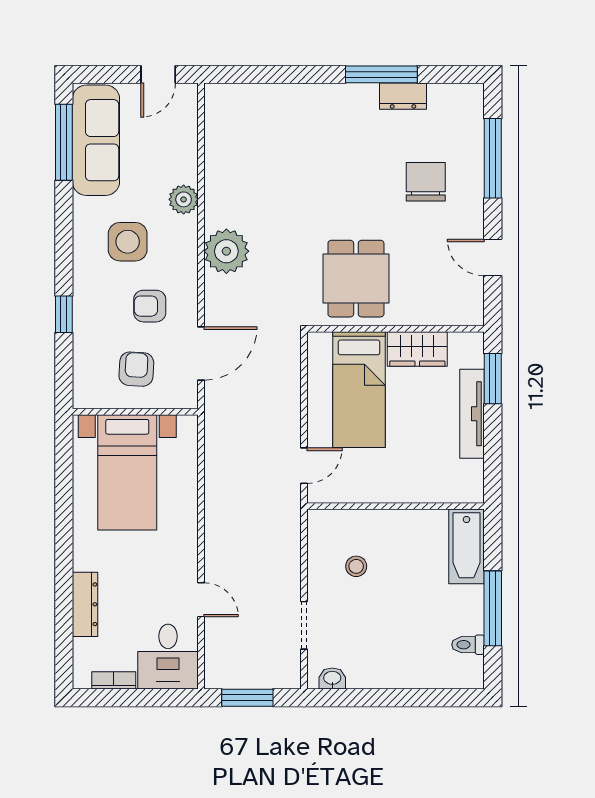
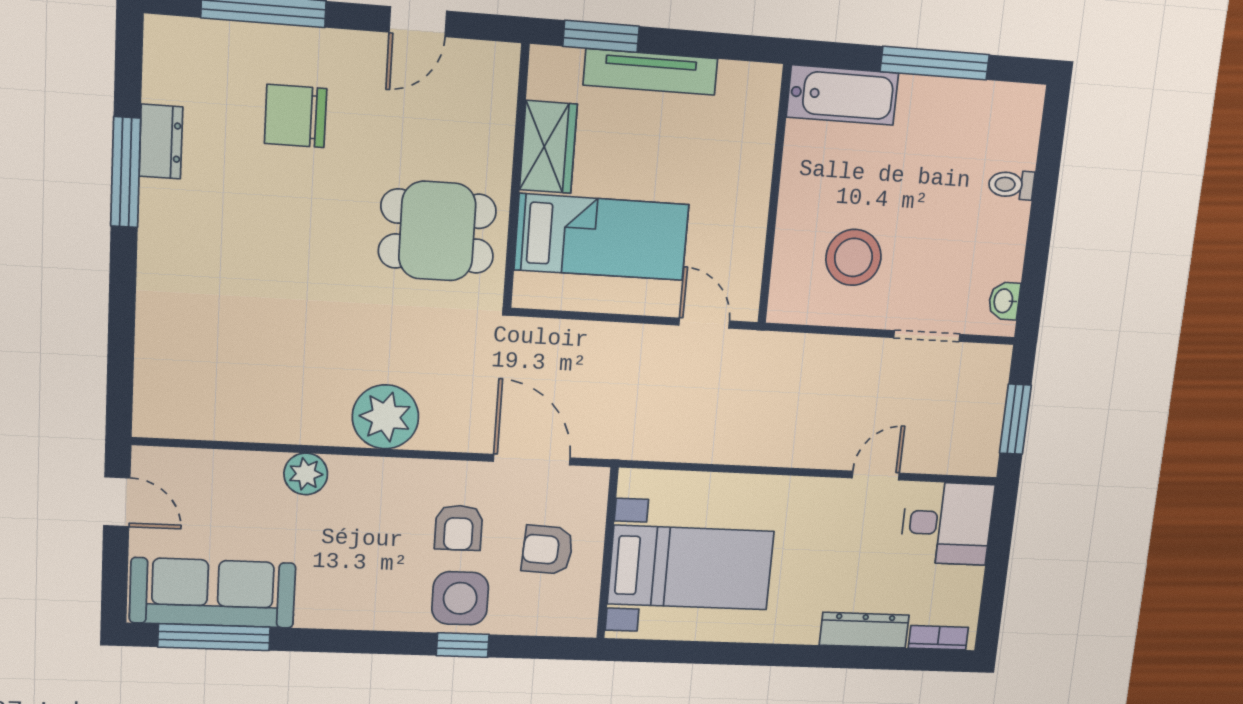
side table: (128, 242) -> (460, 598), moved
stool: (356, 566) -> (853, 257), width x1.89, depth x1.89
toilet: (468, 645) -> (1011, 185), moved, turned 90
bookcase: (114, 680) -> (938, 638), moved, turned 90

